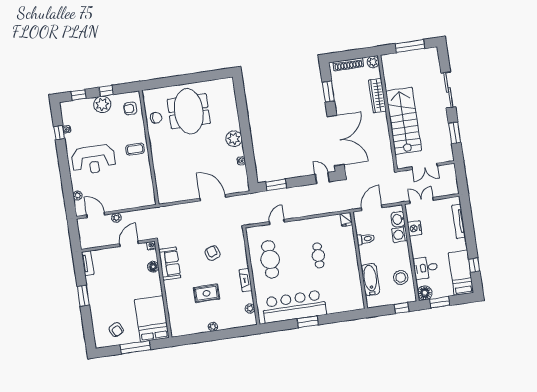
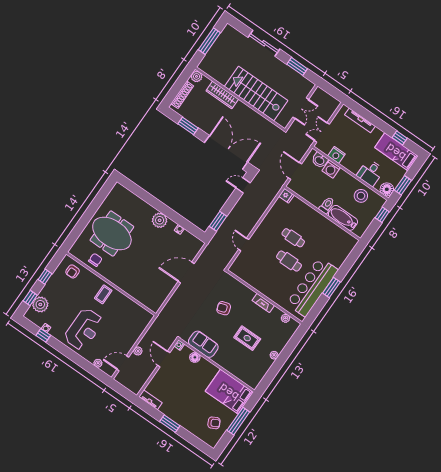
plant: (102, 104) -> (40, 304), moved
toilet: (365, 239) -> (327, 205), moved
cafe table: (270, 259) -> (289, 261), moved, width x0.73, depth x0.74
rug: (207, 293) -> (247, 338), turned 90

